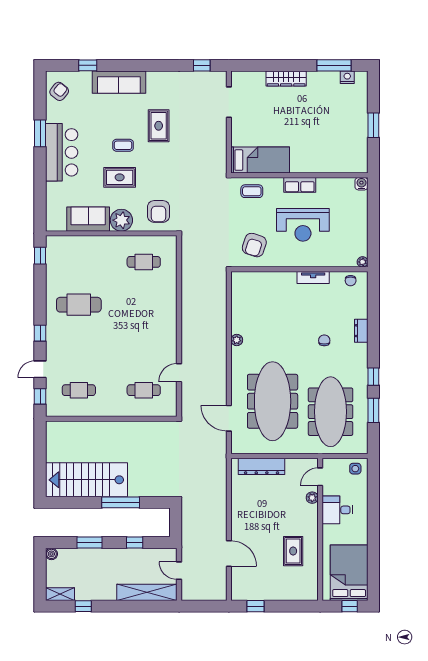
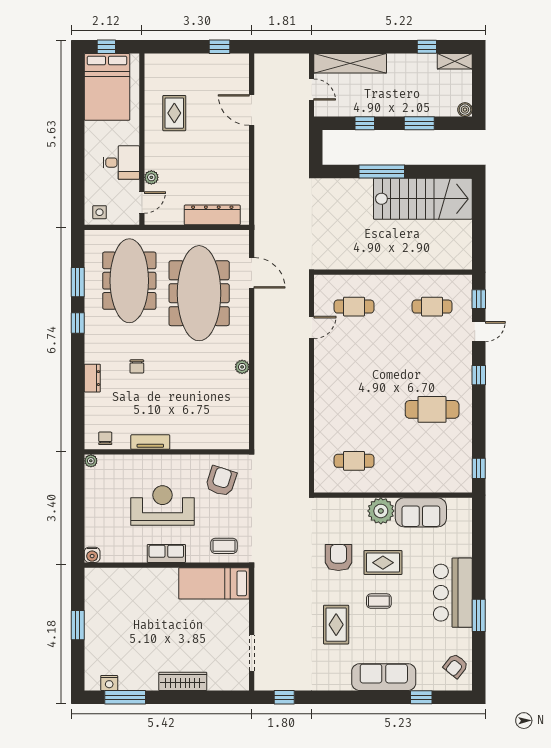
armchair: (159, 211) -> (338, 557), moved

